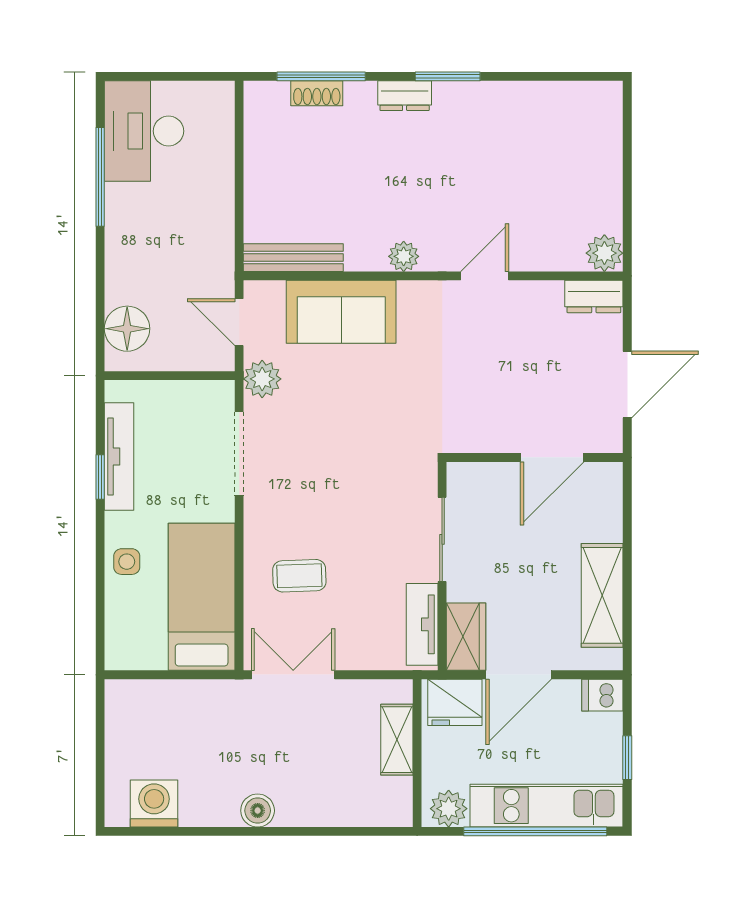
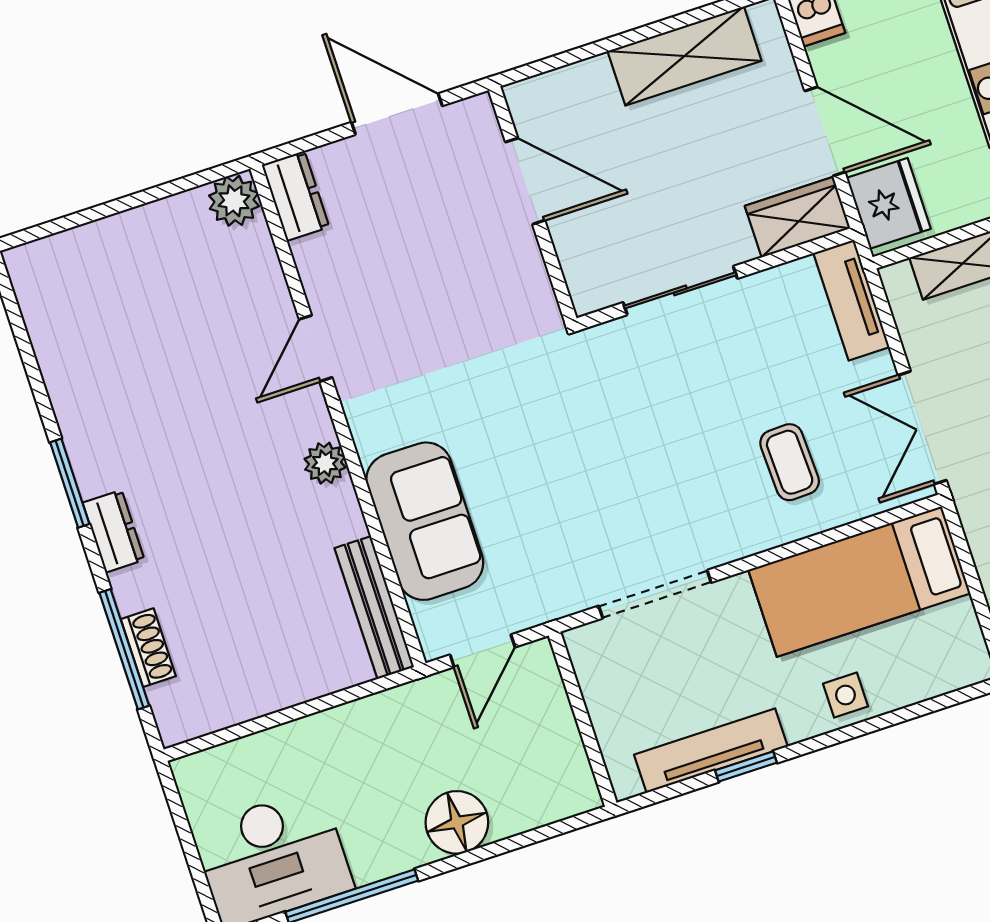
door: (485, 276) -> (316, 348), hinge flipped
floor lamp: (127, 329) -> (457, 822), moved
plant: (262, 379) -> (547, 596), removed
tv unit: (422, 624) -> (851, 300), moved, turned 90

